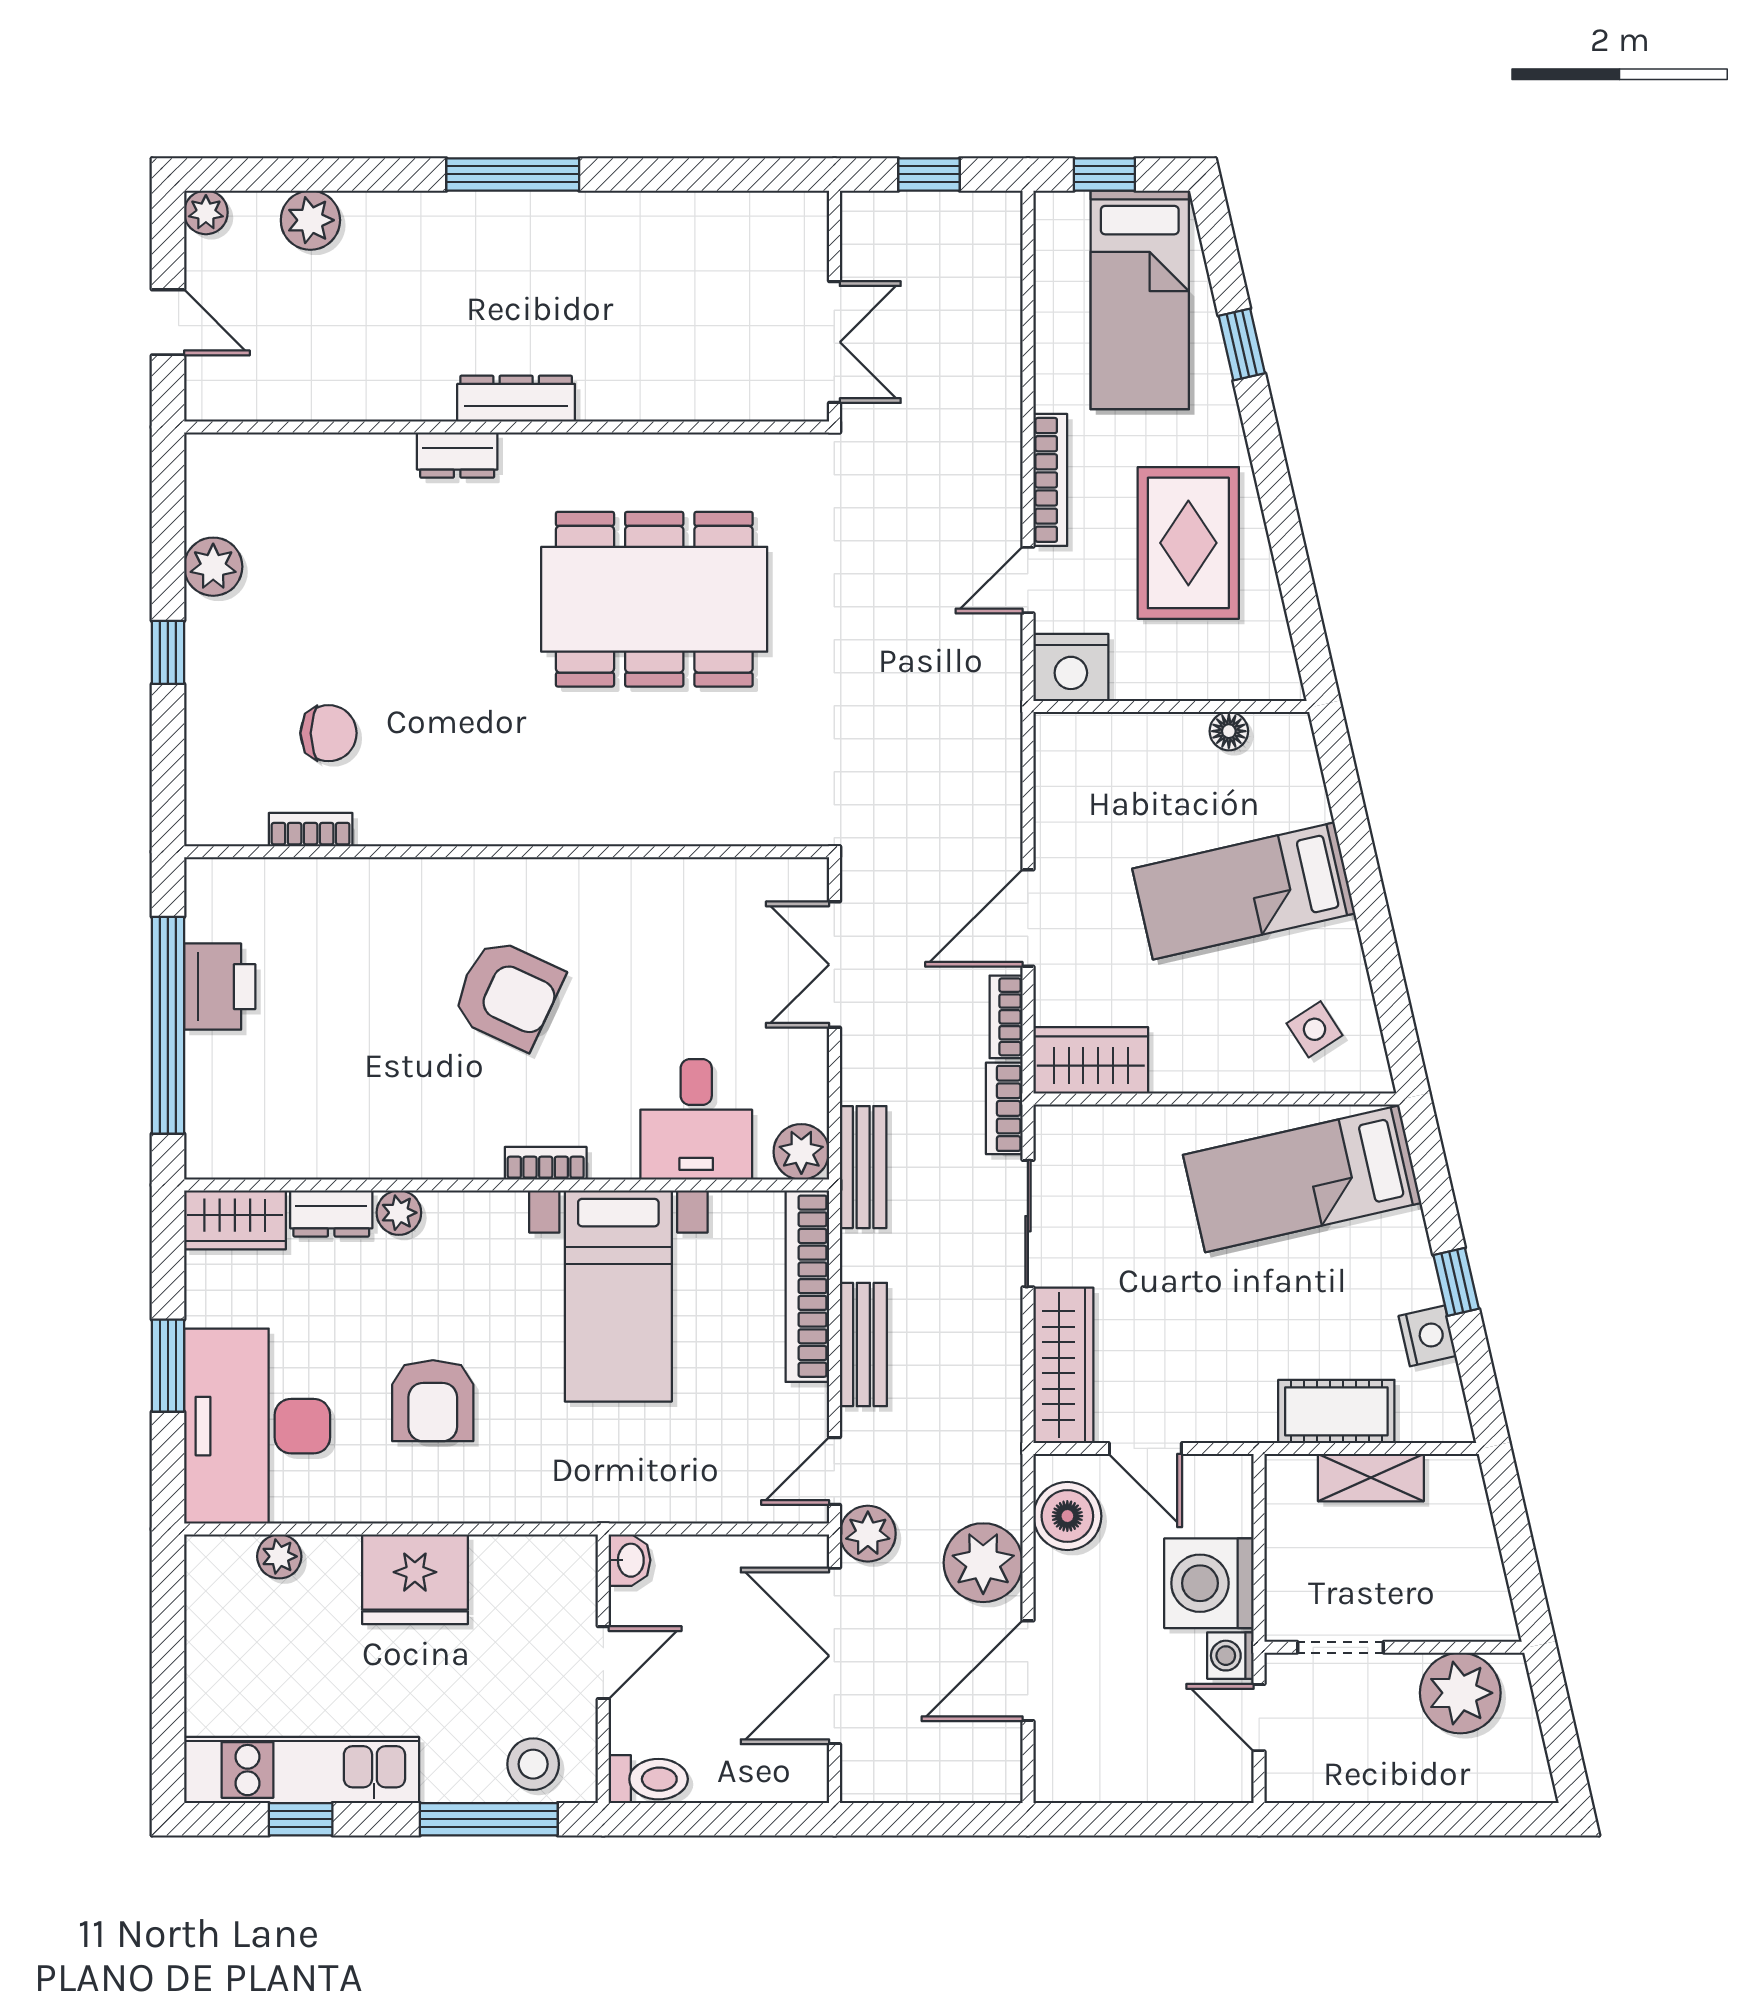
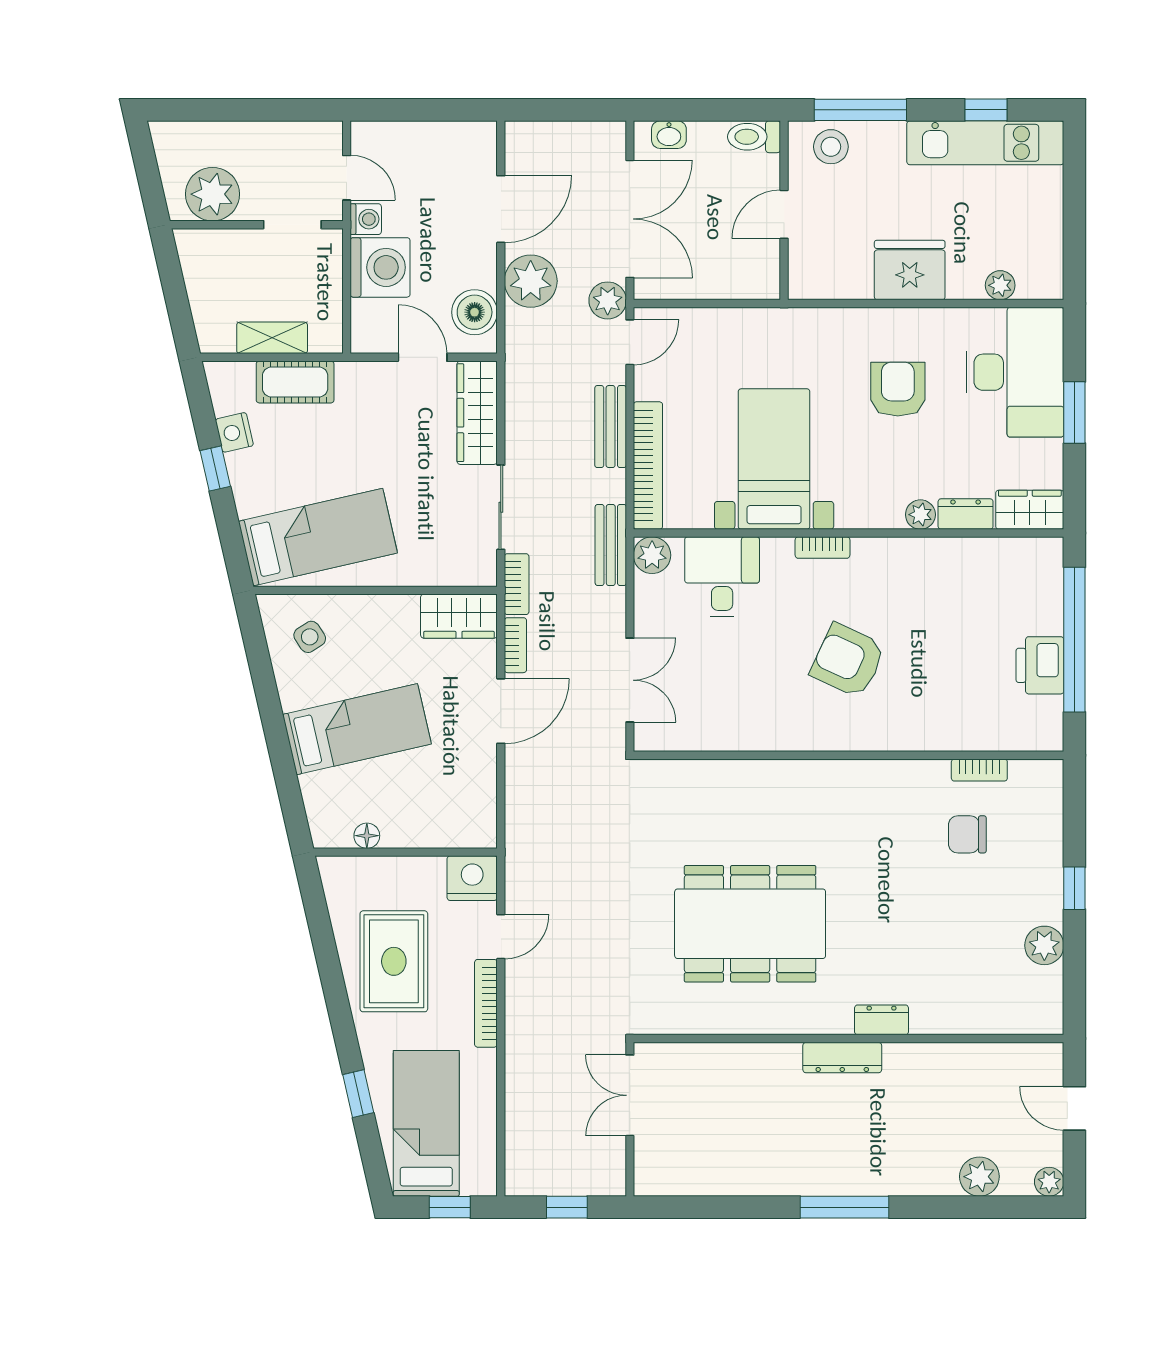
washbasin: (630, 1560) -> (669, 135), moved, turned -90

